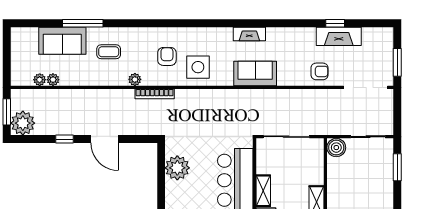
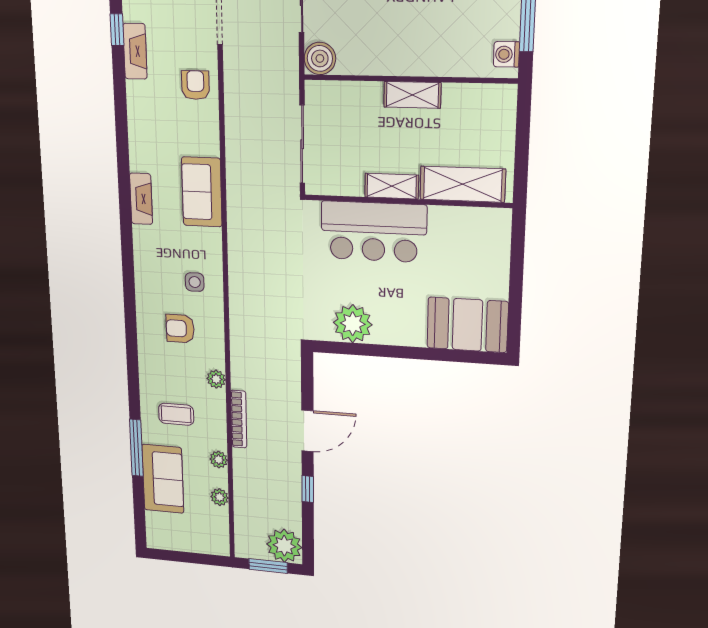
window: (335, 23) -> (117, 30), moved
fireplace: (339, 36) -> (135, 51), width x0.73, depth x0.76
coffee table: (109, 52) -> (176, 414), turned 90
side table: (198, 67) -> (195, 282), width x0.54, depth x0.54
plant: (40, 80) -> (219, 460), moved
bookcase: (155, 94) -> (239, 419), moved

